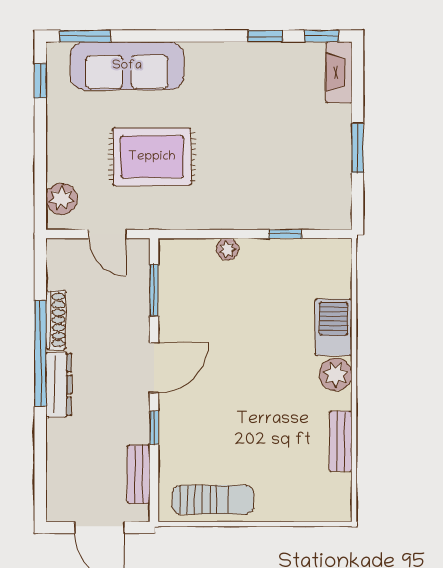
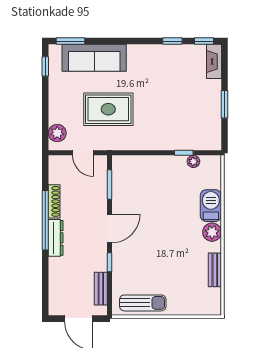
plant: (227, 249) -> (193, 161), moved

